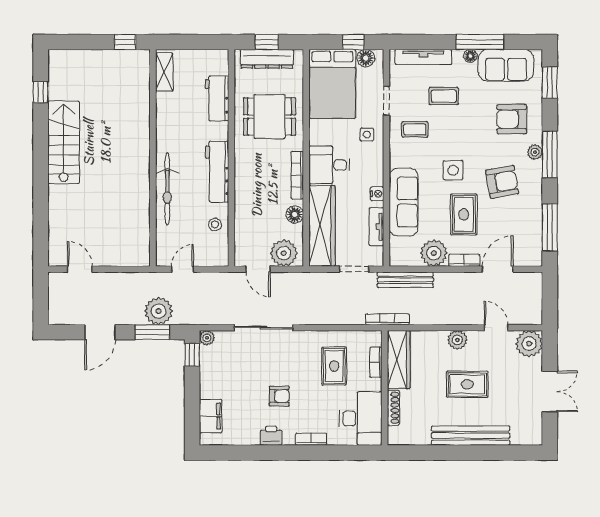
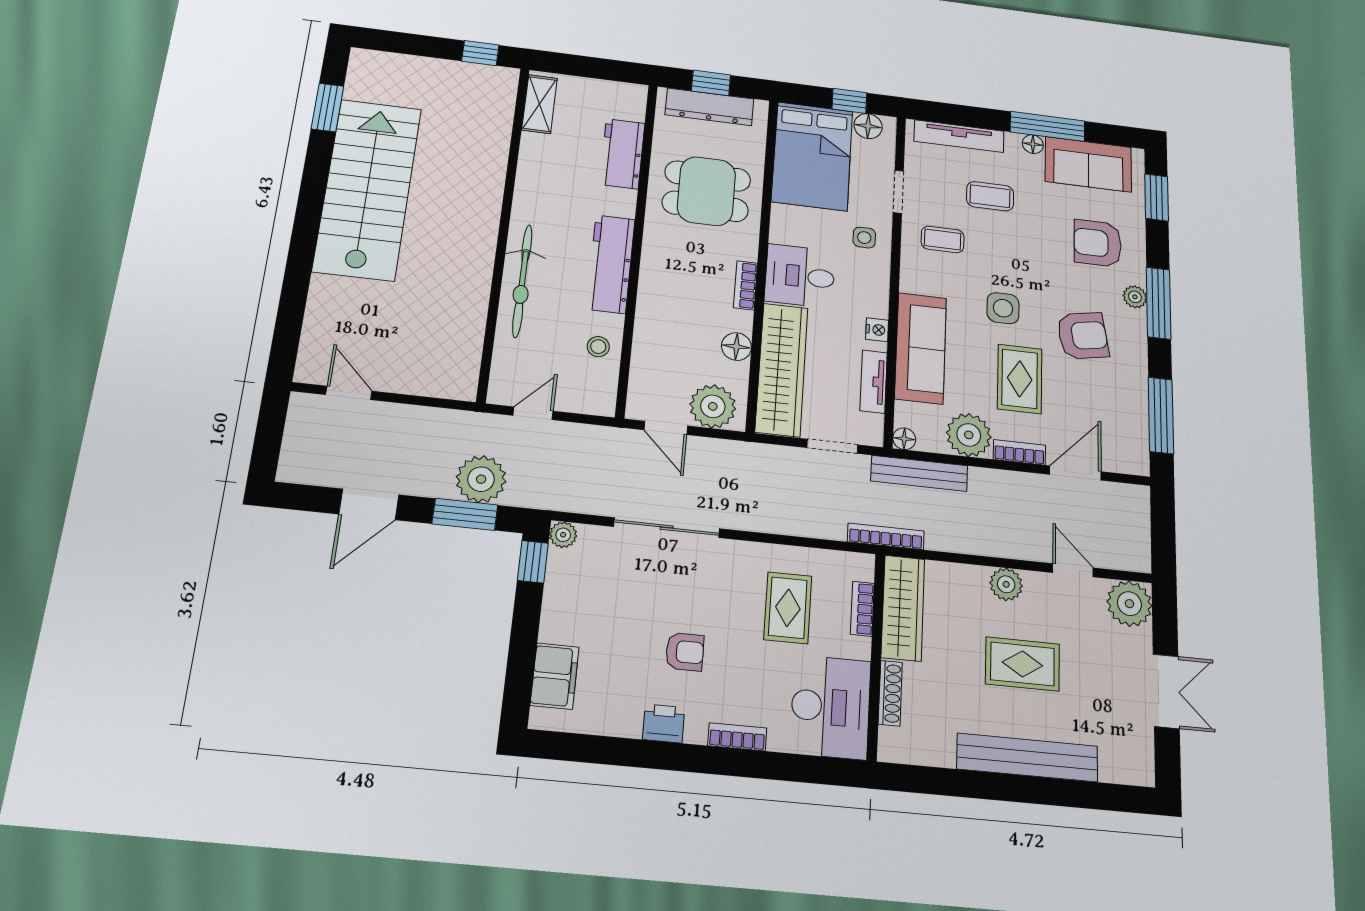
window: (41, 92) -> (327, 108), width x1.50
stairs: (64, 142) -> (367, 189), width x1.36, depth x1.51
bookcase: (297, 175) -> (745, 285), width x0.64
floor lamp: (396, 260) -> (904, 439), added

